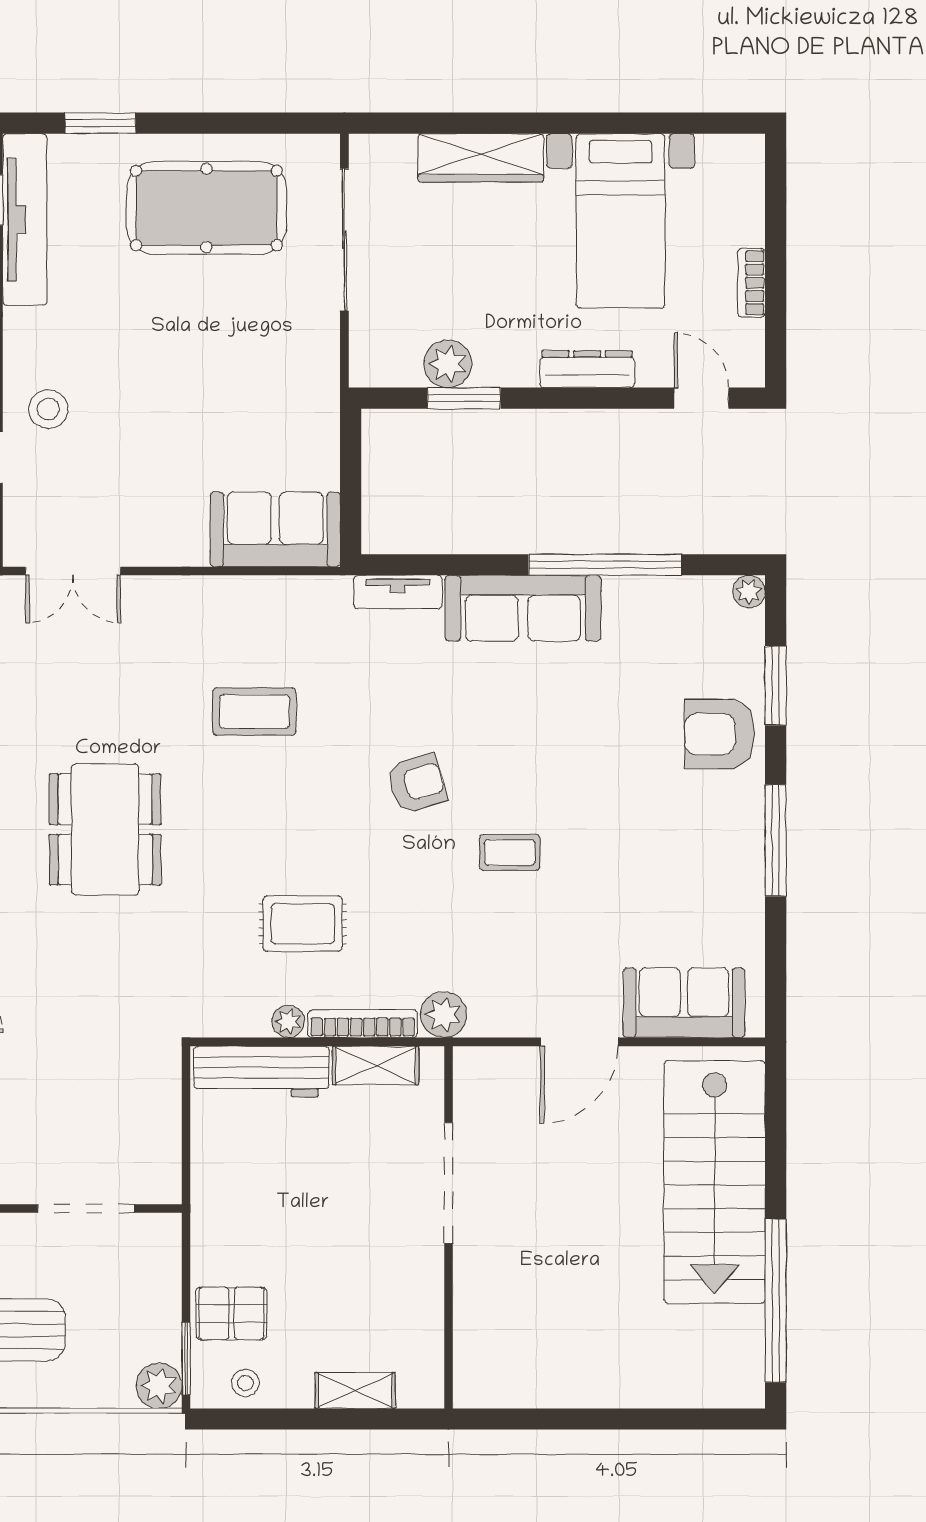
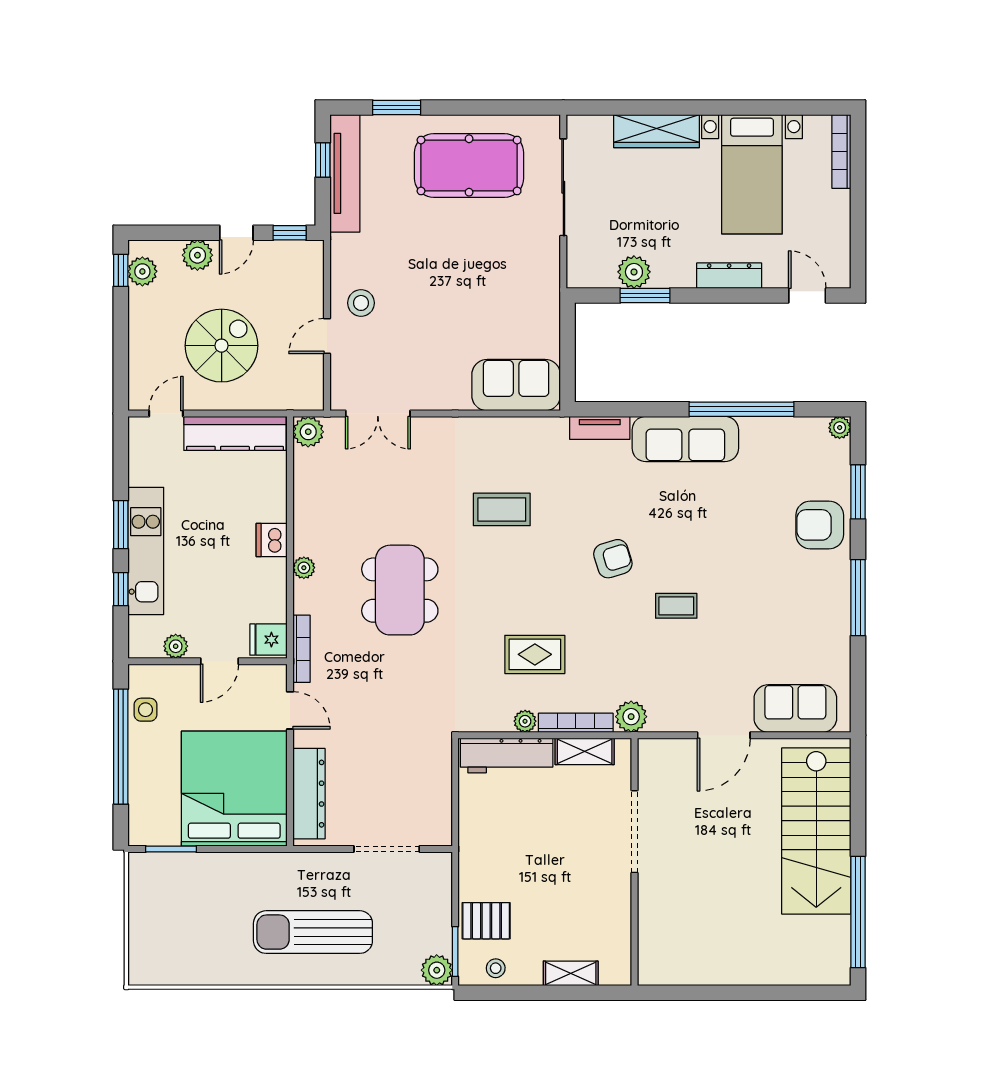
bookcase: (751, 283) -> (841, 151), moved, width x1.56

